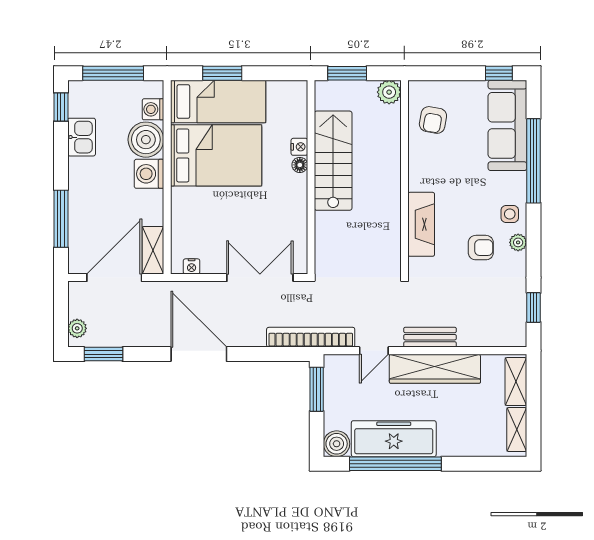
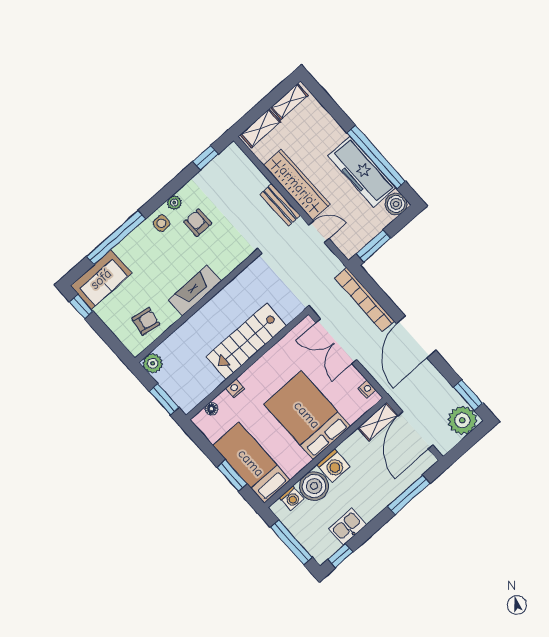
sofa: (507, 125) -> (101, 279), width x0.73
bed: (216, 155) -> (307, 415), moved
stairs: (333, 161) -> (246, 341), moved
floor lamp: (300, 165) -> (211, 409), moved
fireplace: (421, 224) -> (195, 291), moved
door: (114, 278) -> (416, 430), hinge flipped
plant: (77, 328) -> (462, 420), width x1.88, depth x1.88
bookcase: (311, 337) -> (364, 300), moved

